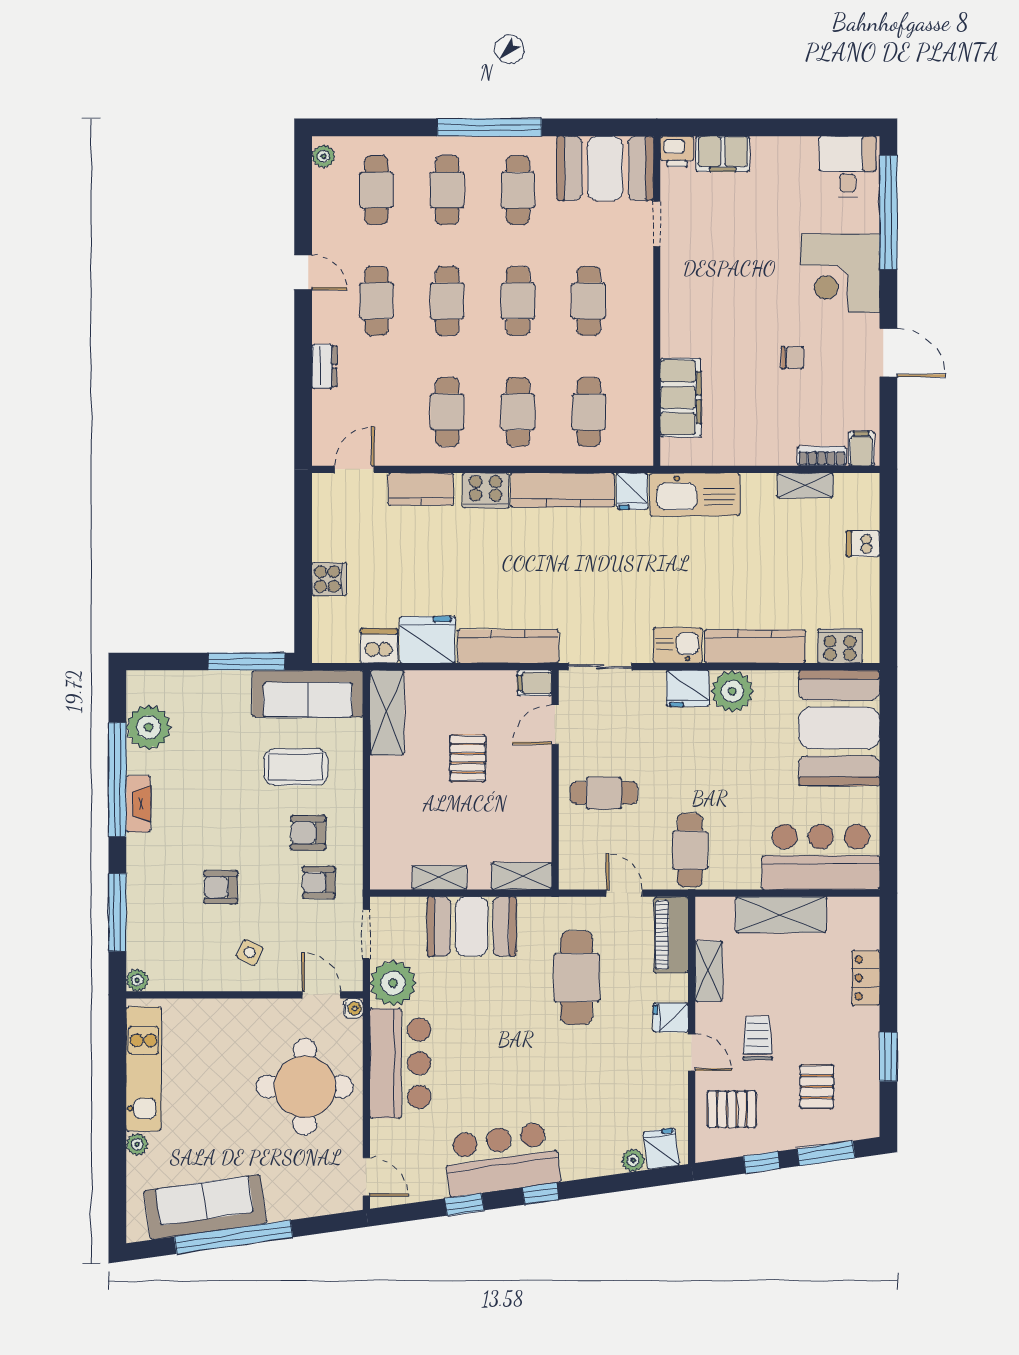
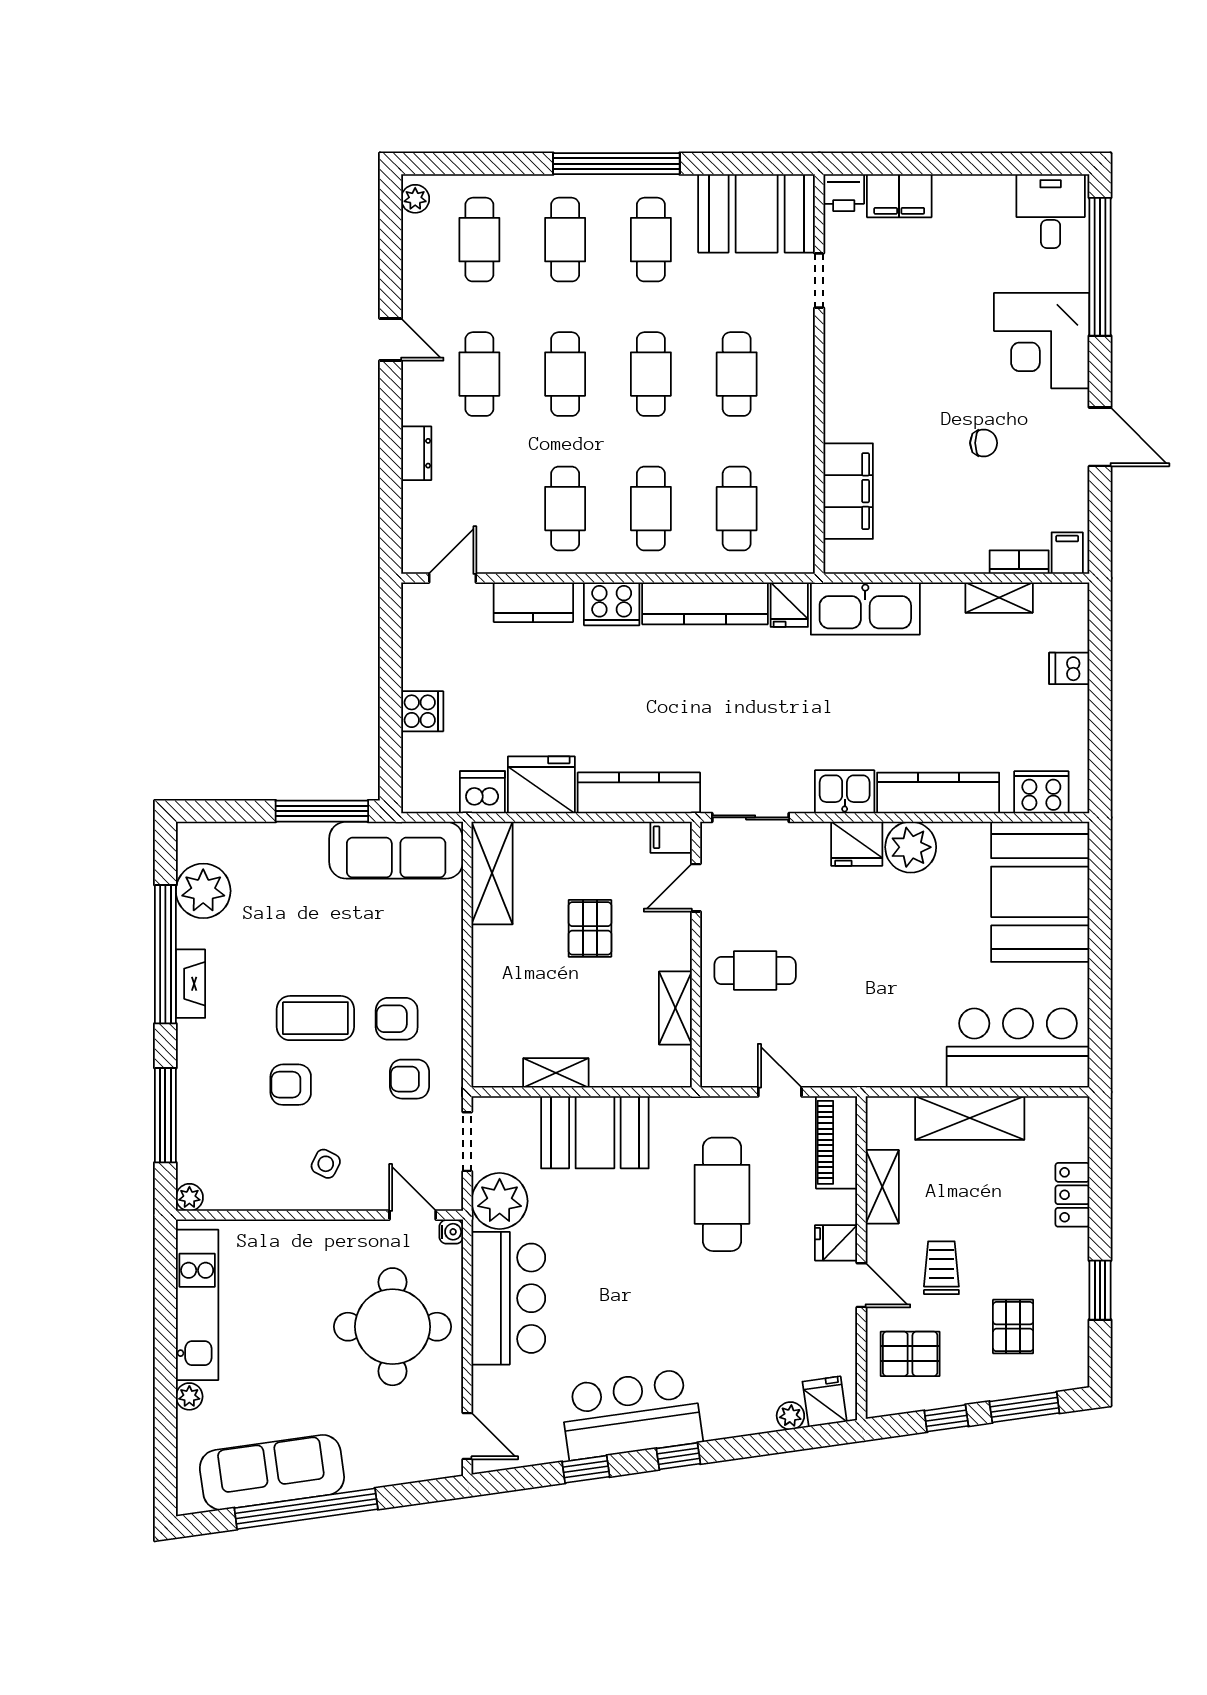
coffee table: (296, 767) -> (315, 1018), moved
cafe table: (690, 850) -> (859, 1040), removed
shelving: (522, 876) -> (675, 1008), moved, turned 90

